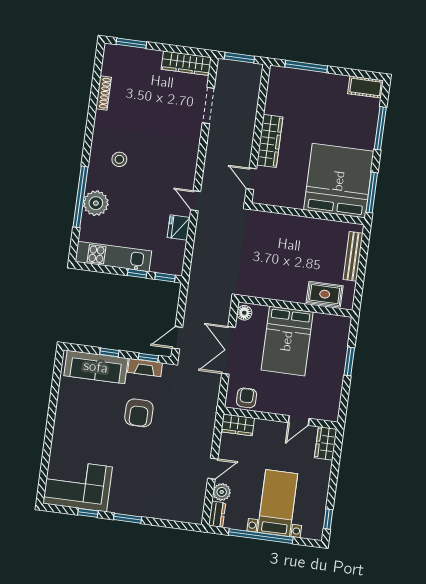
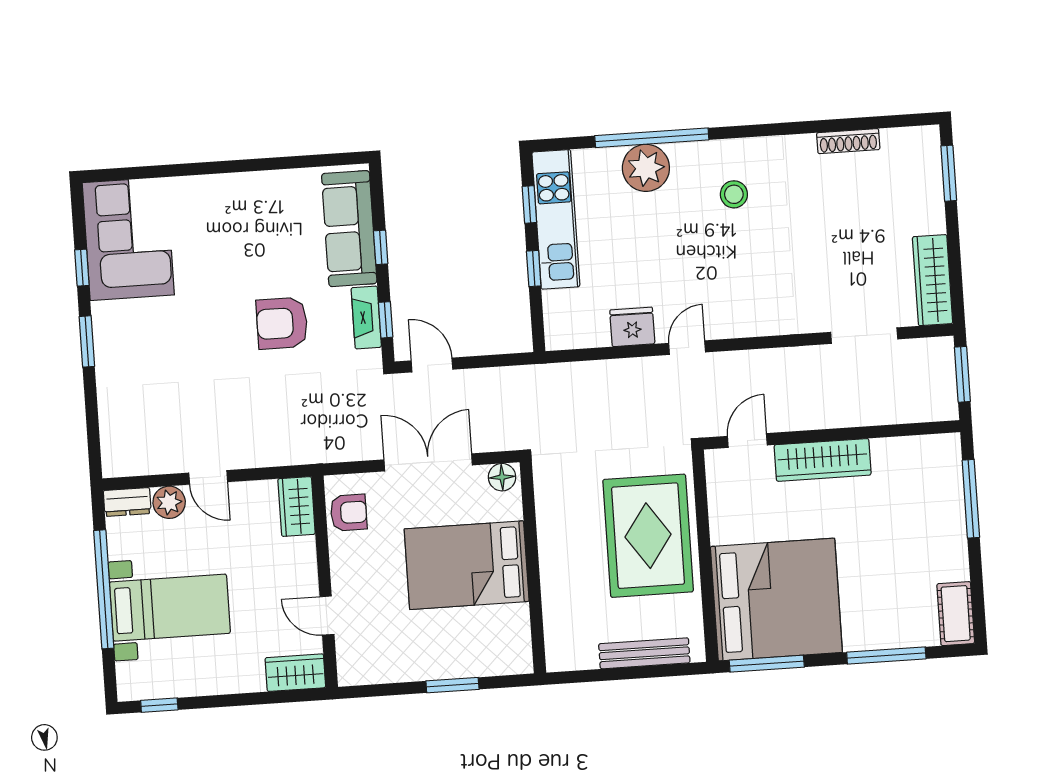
window: (165, 277) -> (529, 204), moved
rug: (325, 294) -> (648, 536), moved, width x1.86, depth x2.06

